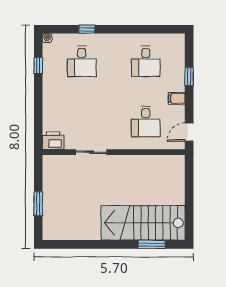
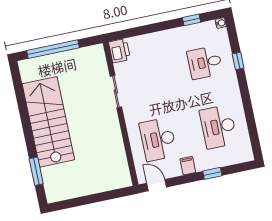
desk: (146, 61) -> (218, 127), width x1.37
desk: (146, 122) -> (158, 139), width x1.37
window: (38, 204) -> (53, 49), width x2.11
stairs: (143, 223) -> (48, 122), moved

